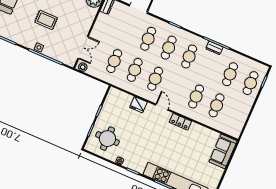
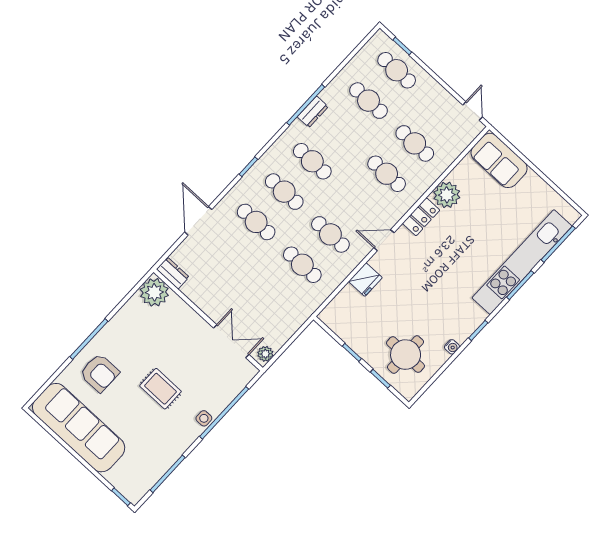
rug: (46, 20) -> (160, 389), turned 90
cafe table: (114, 61) -> (274, 295), removed
door: (243, 129) -> (473, 111), added
plant: (196, 131) -> (447, 195), added

